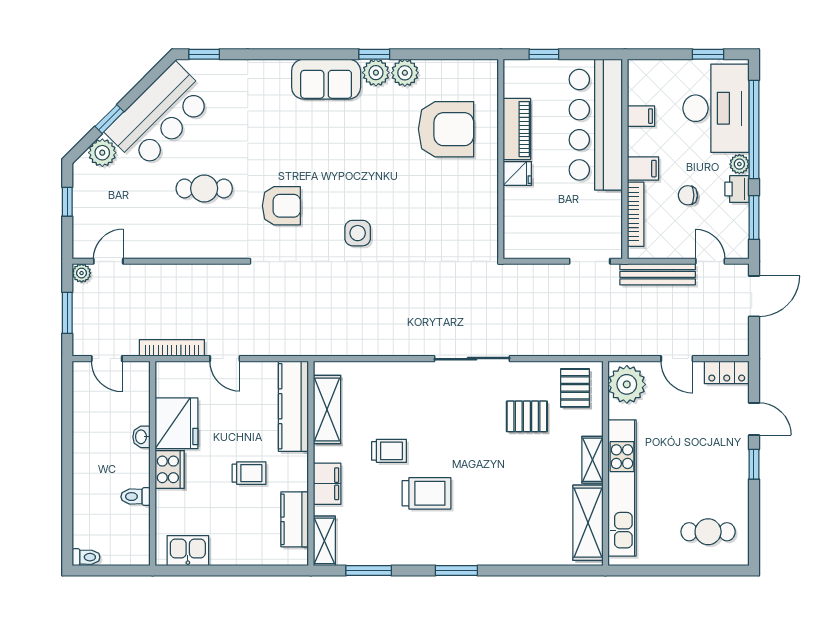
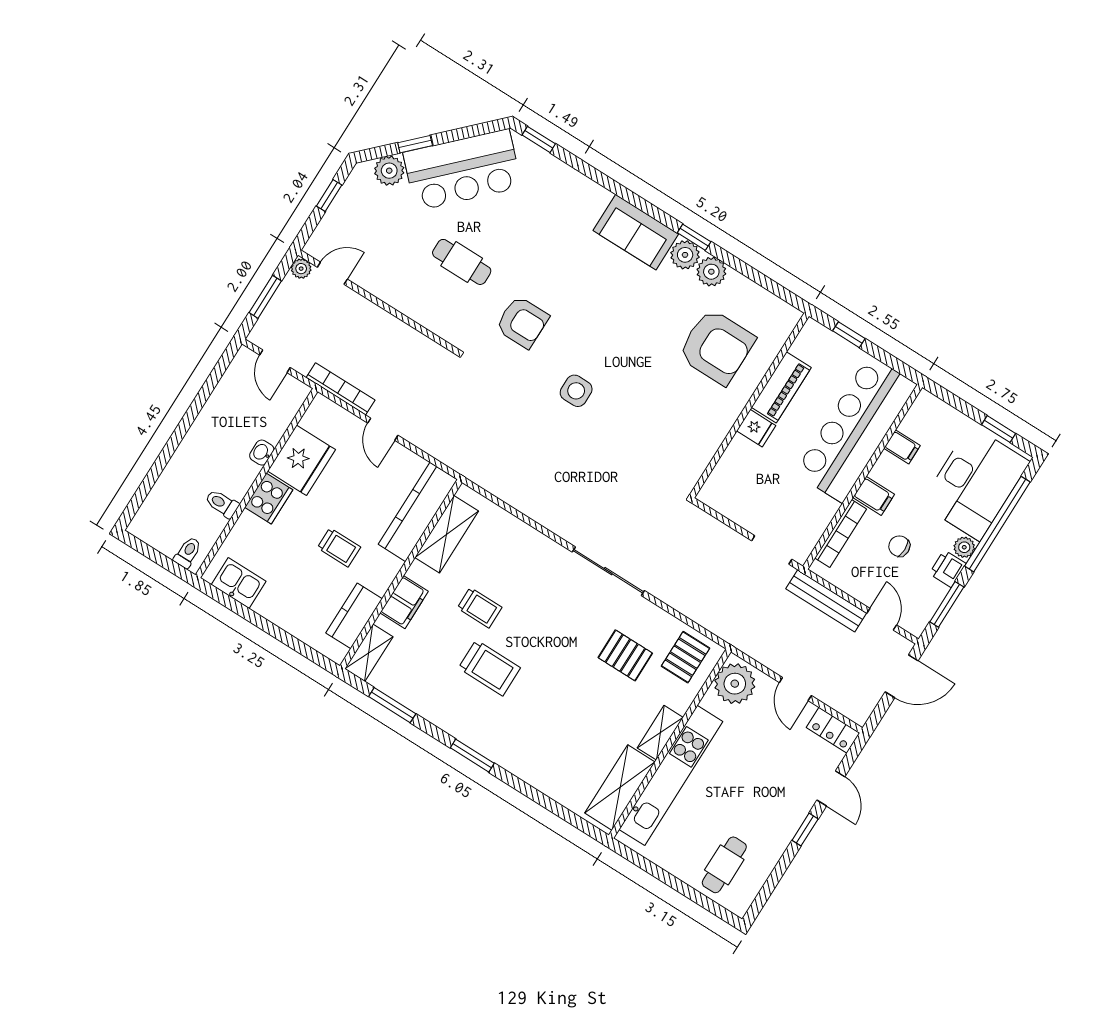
cafe table: (708, 532) -> (724, 865), turned 90
toilet: (86, 557) -> (188, 552), moved, turned -90

